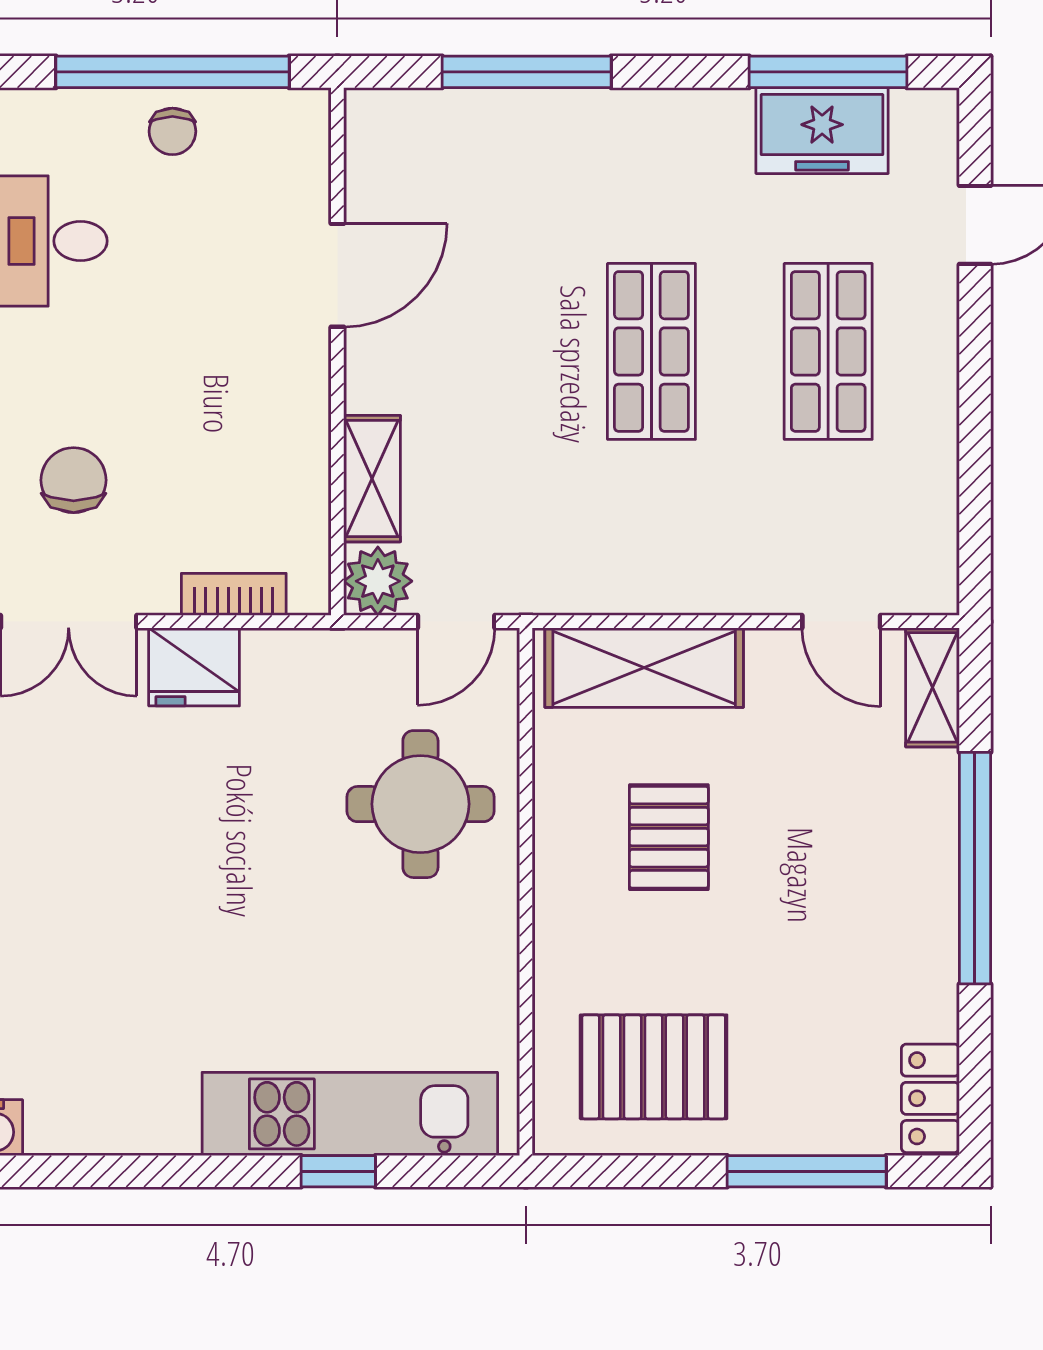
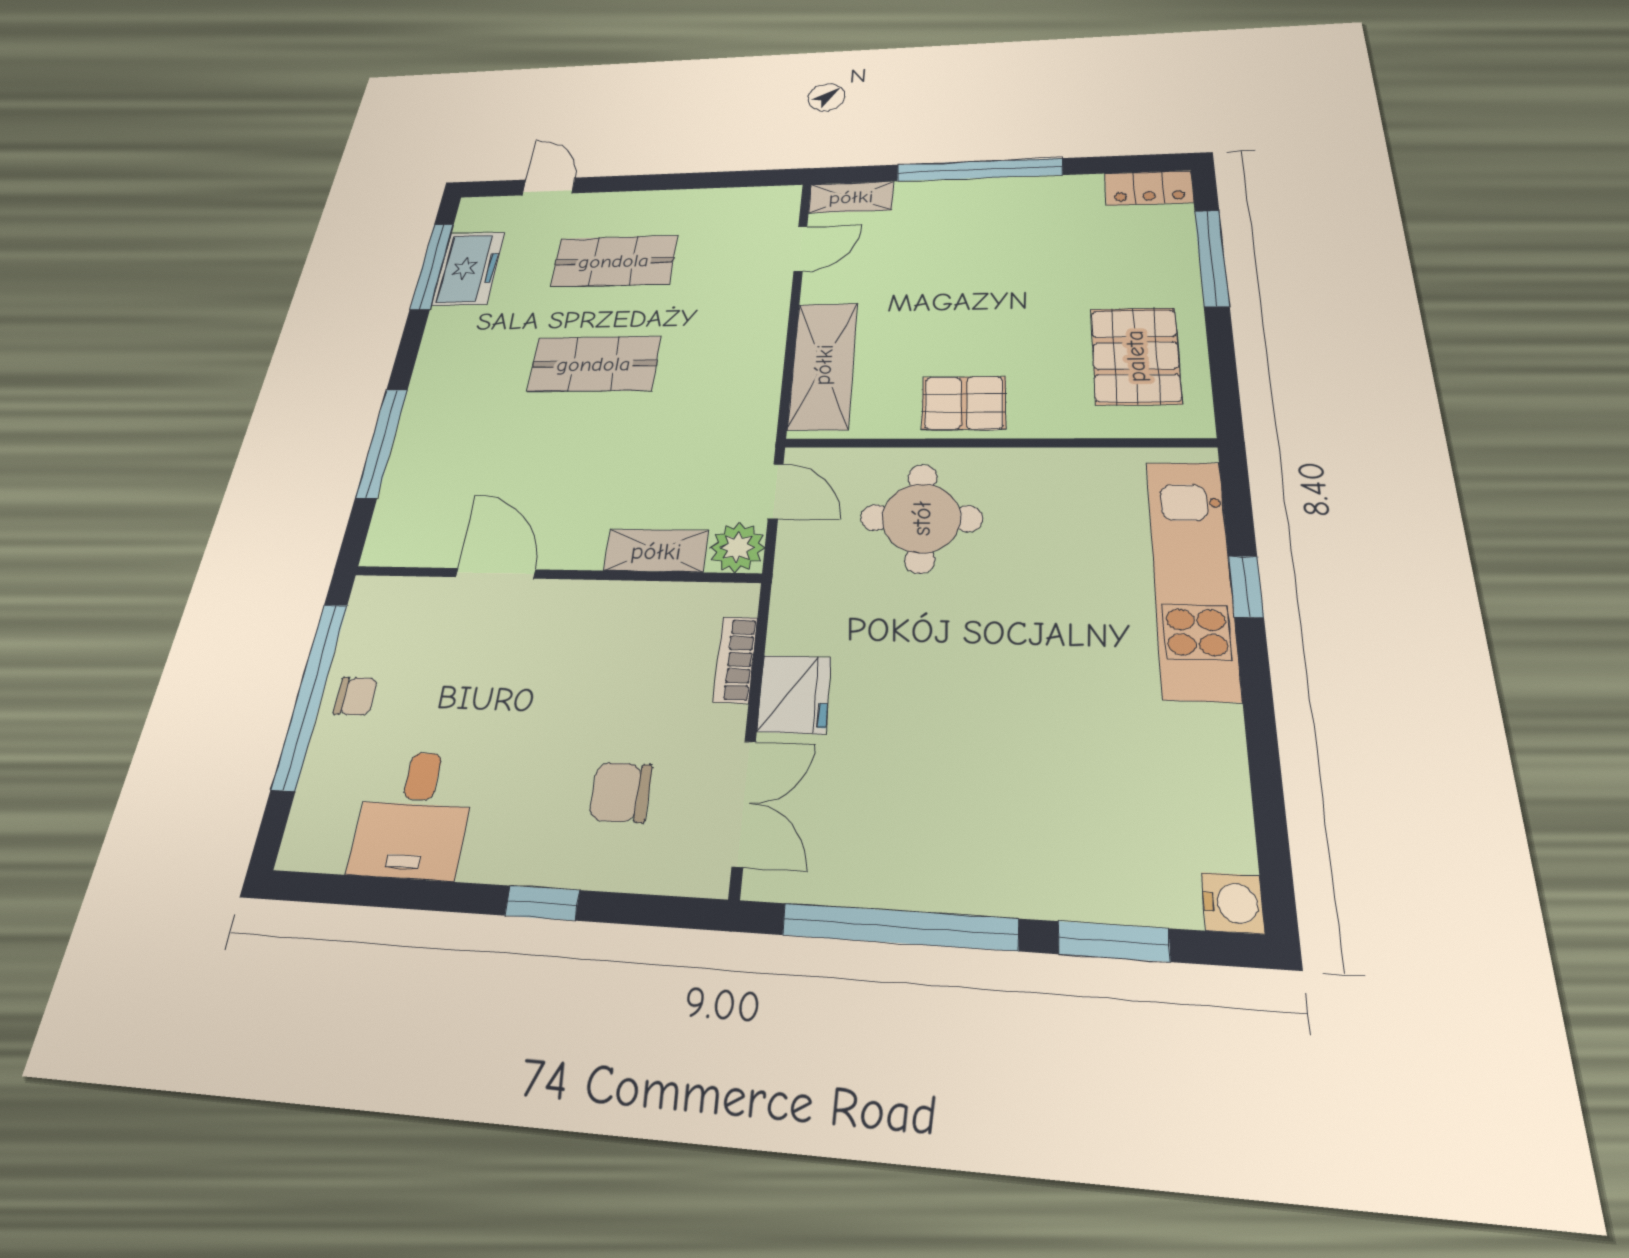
pallet: (669, 837) -> (964, 403), moved

